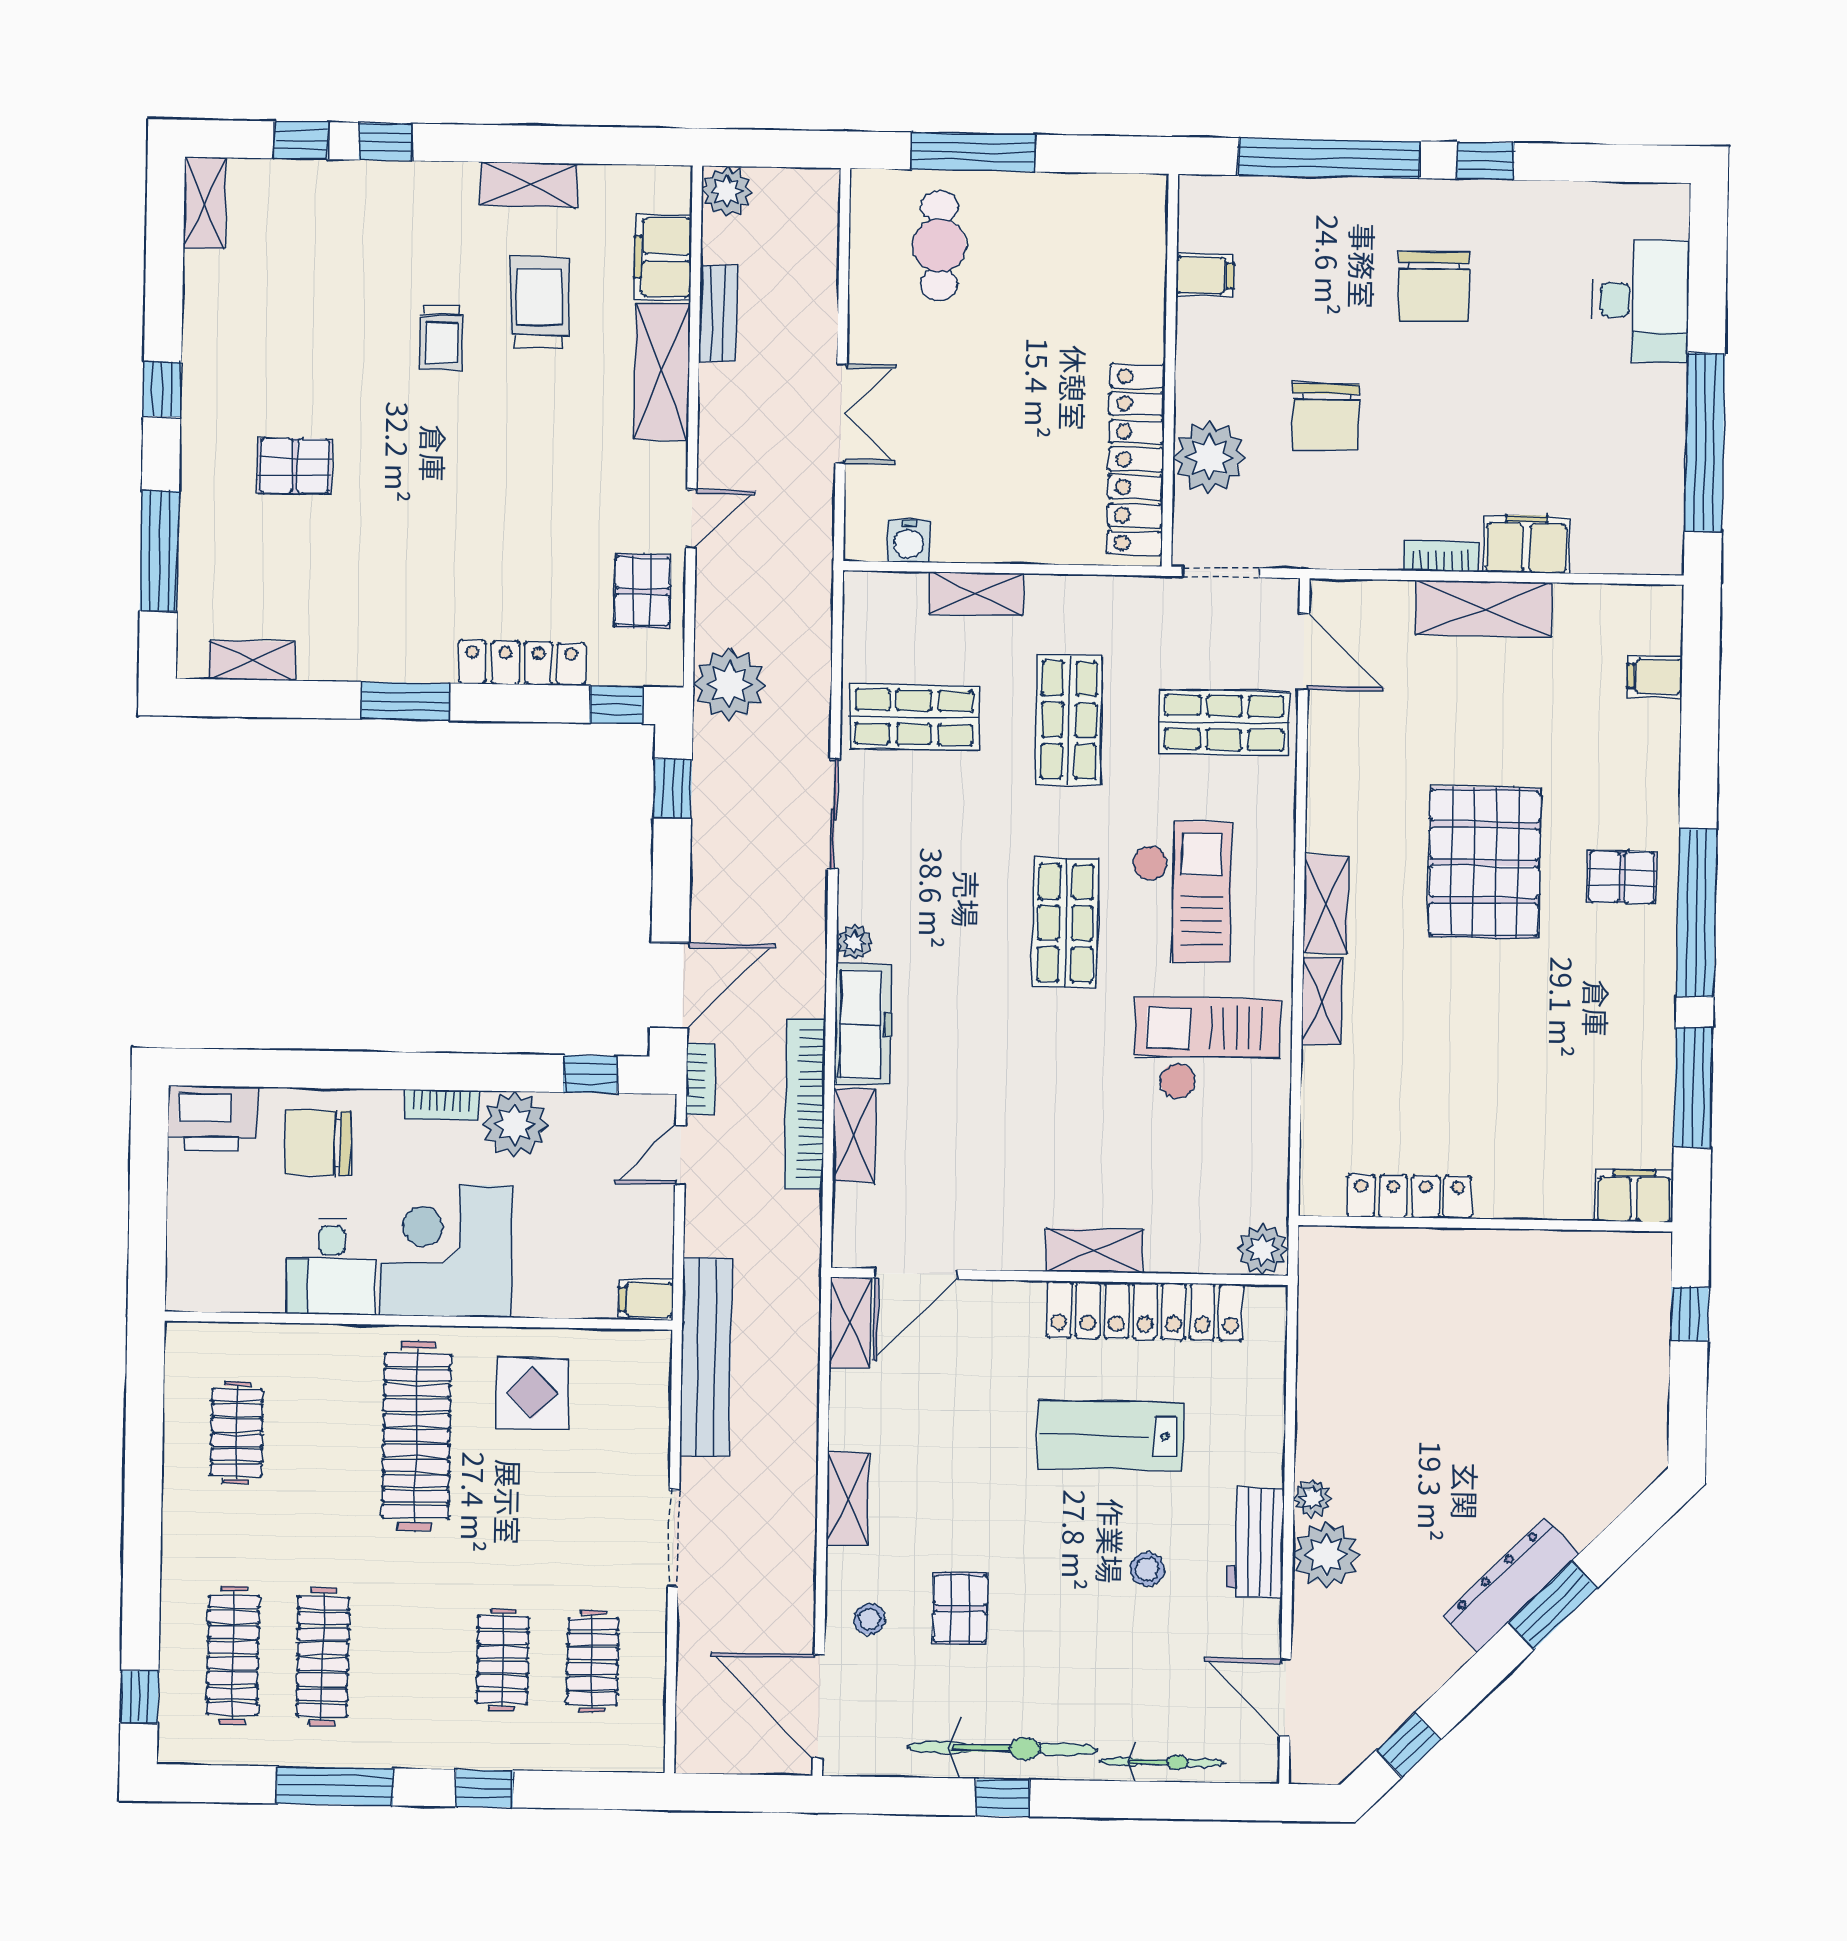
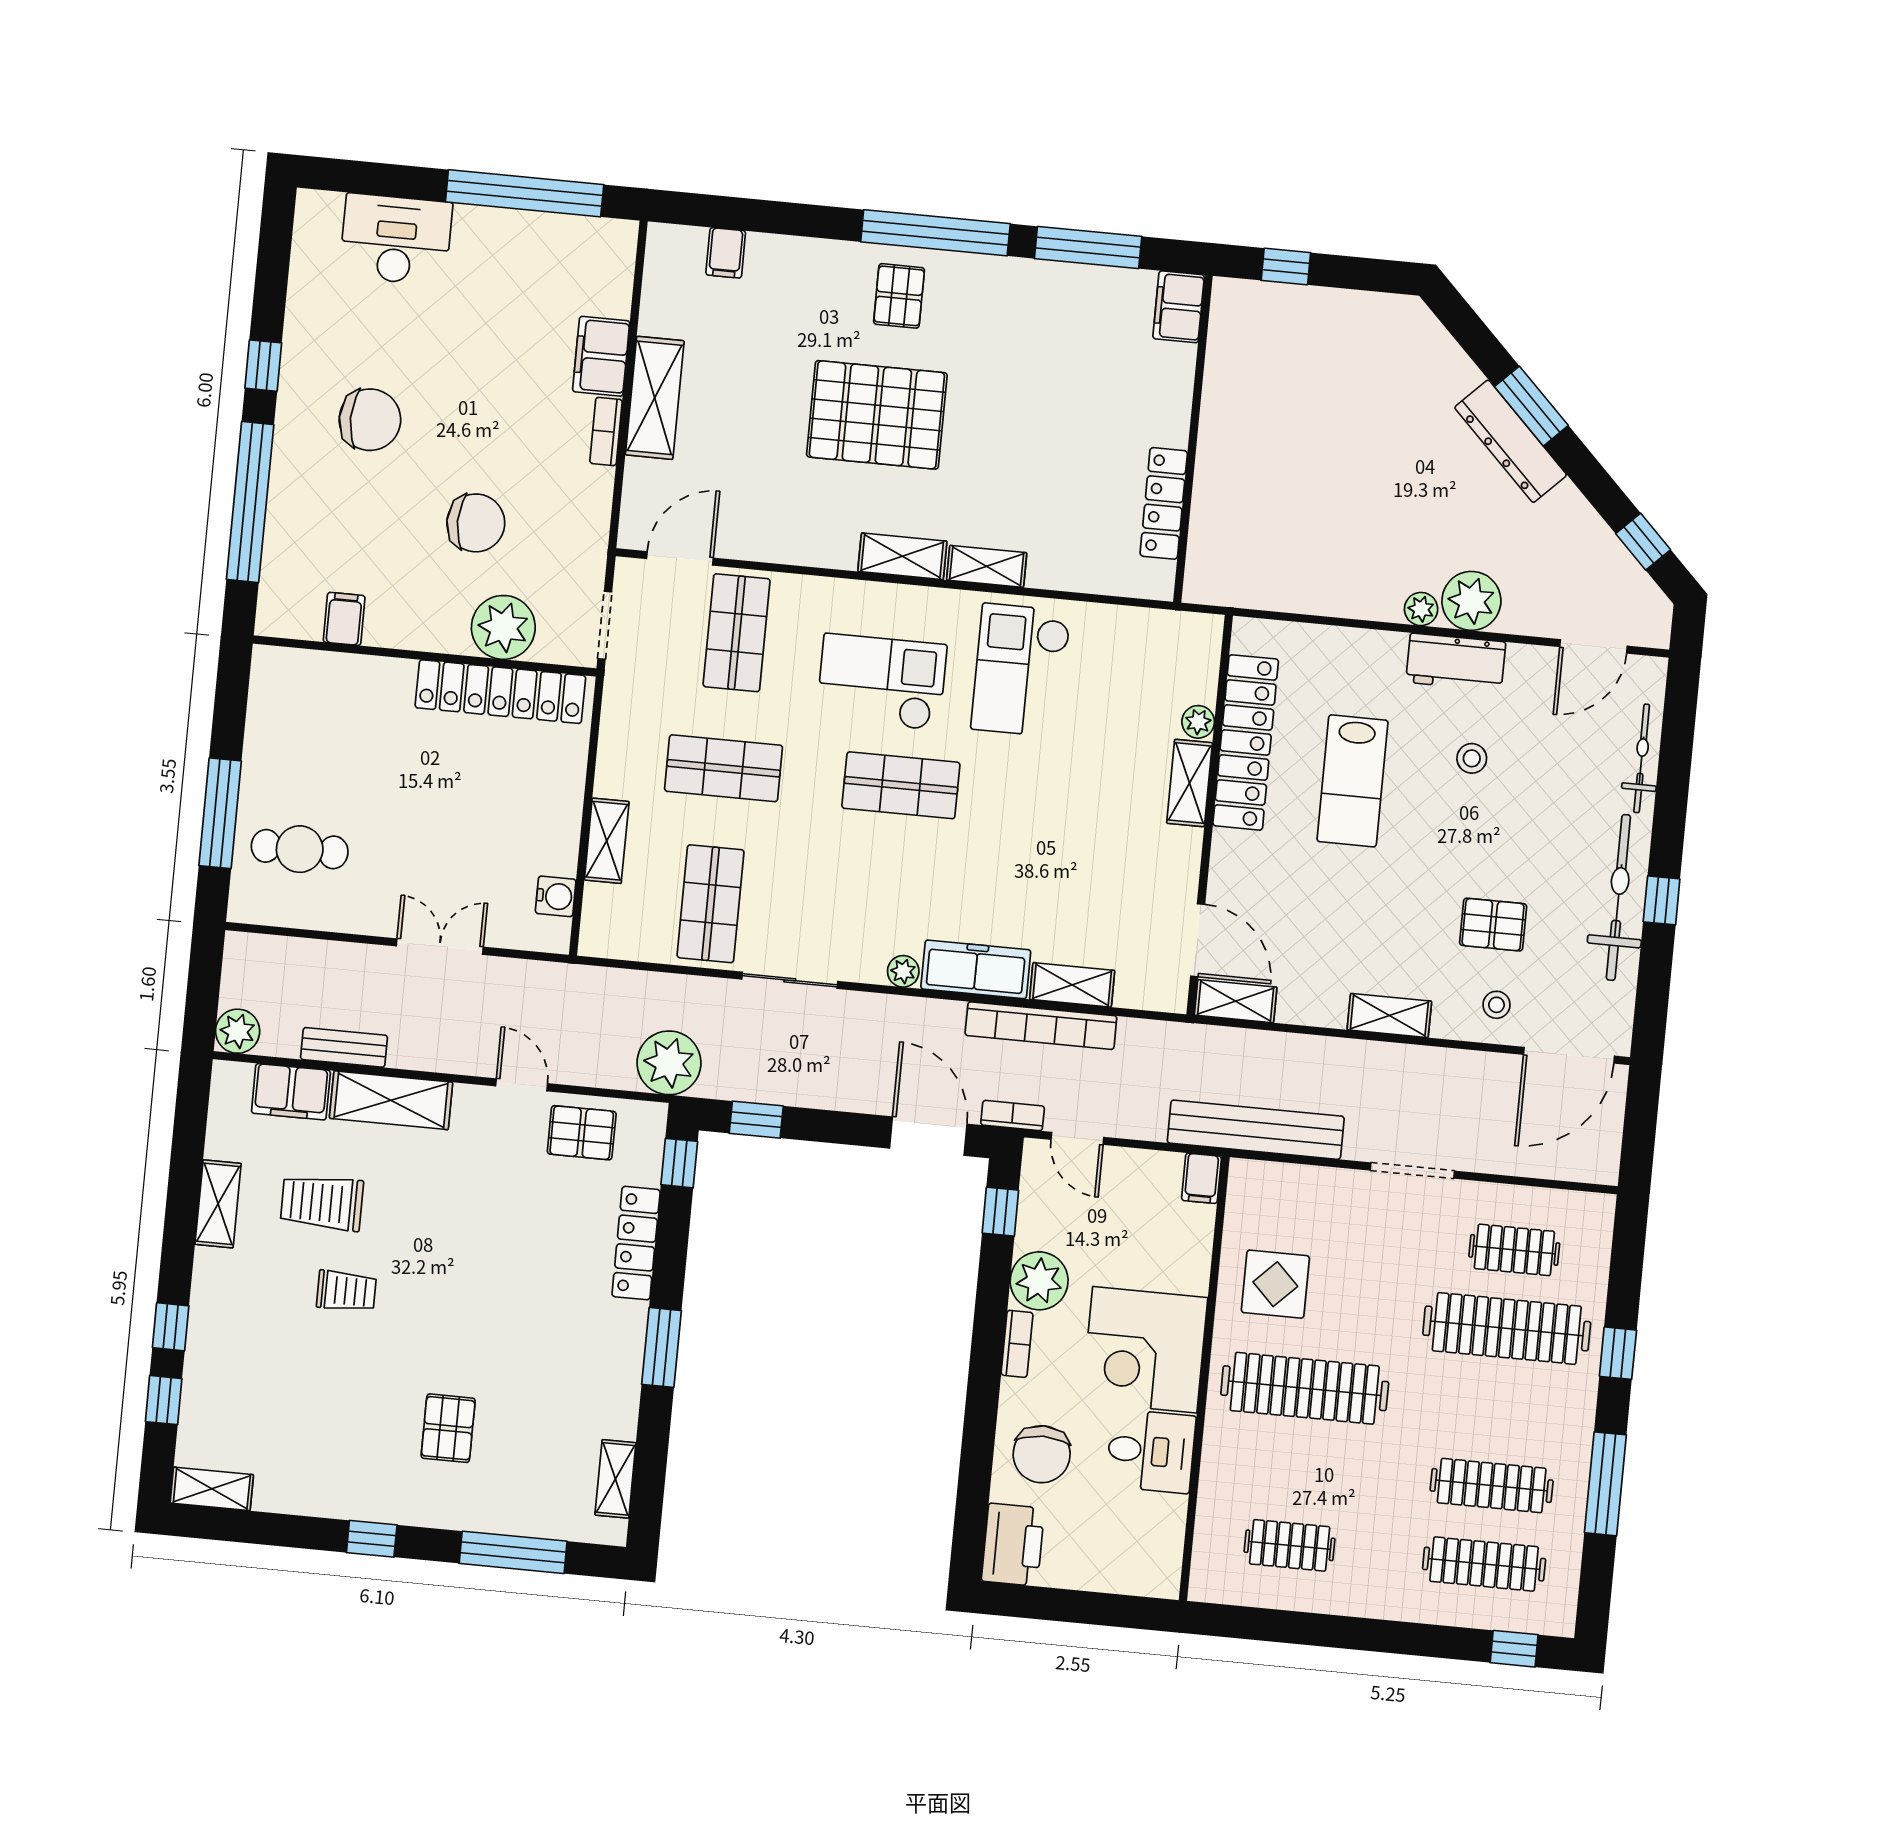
plant: (1263, 1250) -> (1198, 722), moved, width x0.73, depth x0.73
clothes rail: (503, 1660) -> (1507, 1328), width x1.86, depth x1.31

